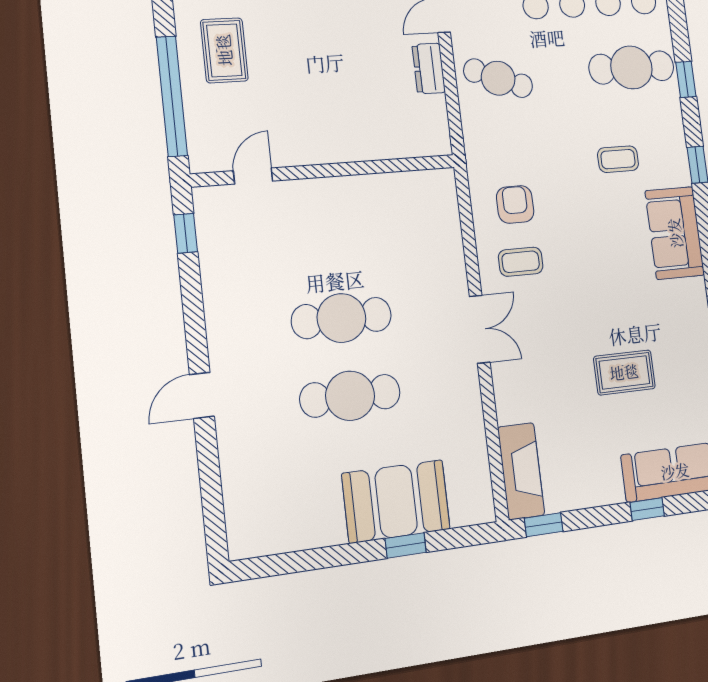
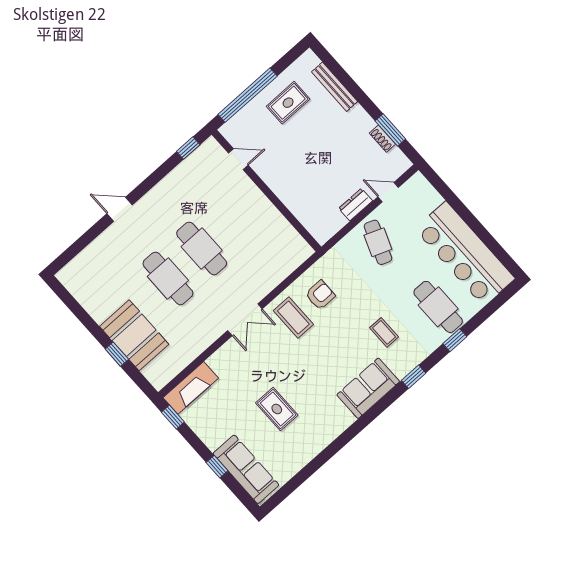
coffee table: (521, 262) -> (293, 317), width x1.36, depth x1.30

